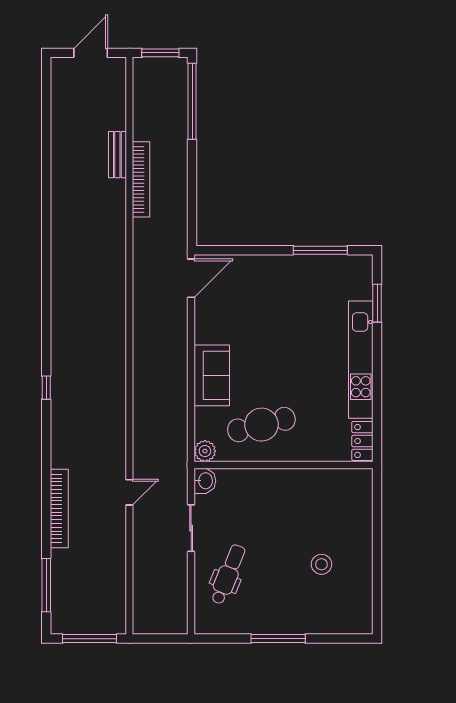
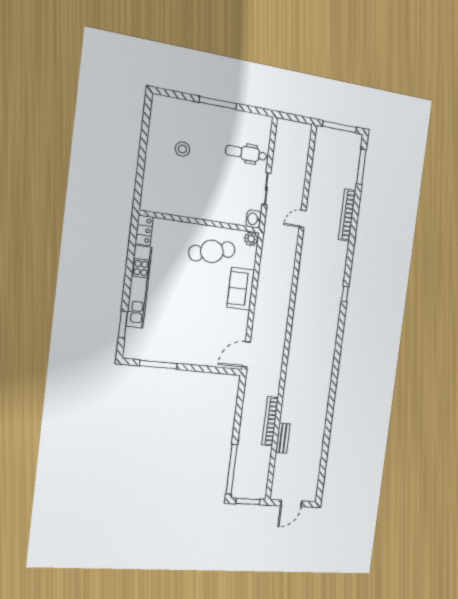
dental chair: (228, 574) -> (246, 153), turned 68

